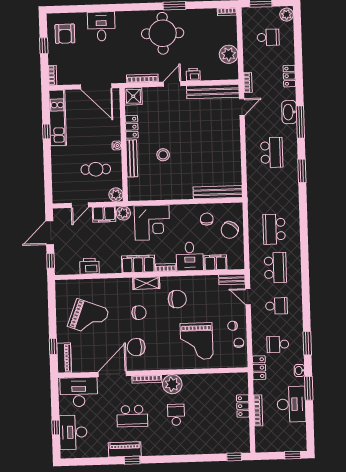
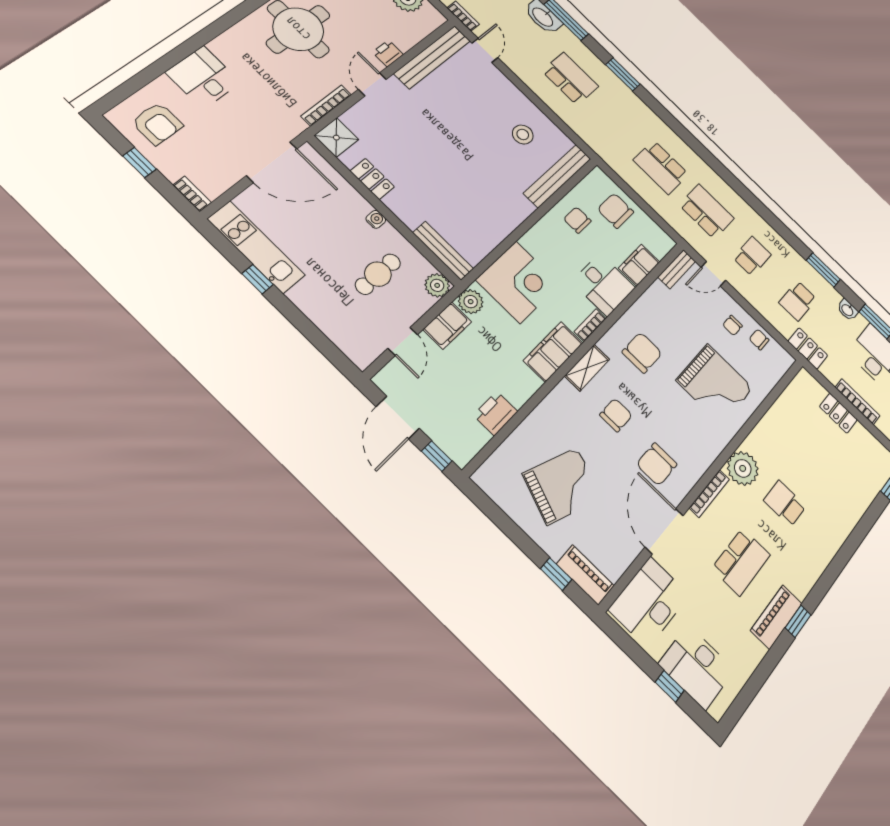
stool: (163, 155) -> (523, 134), moved
bench: (132, 158) -> (443, 251), moved
chair: (230, 230) -> (616, 211), turned 146

